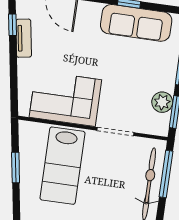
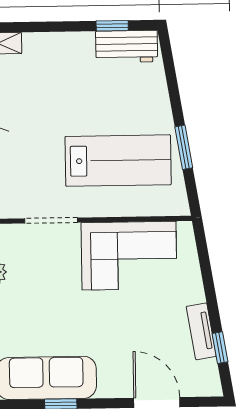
lab bench: (63, 166) -> (118, 161), turned 90

